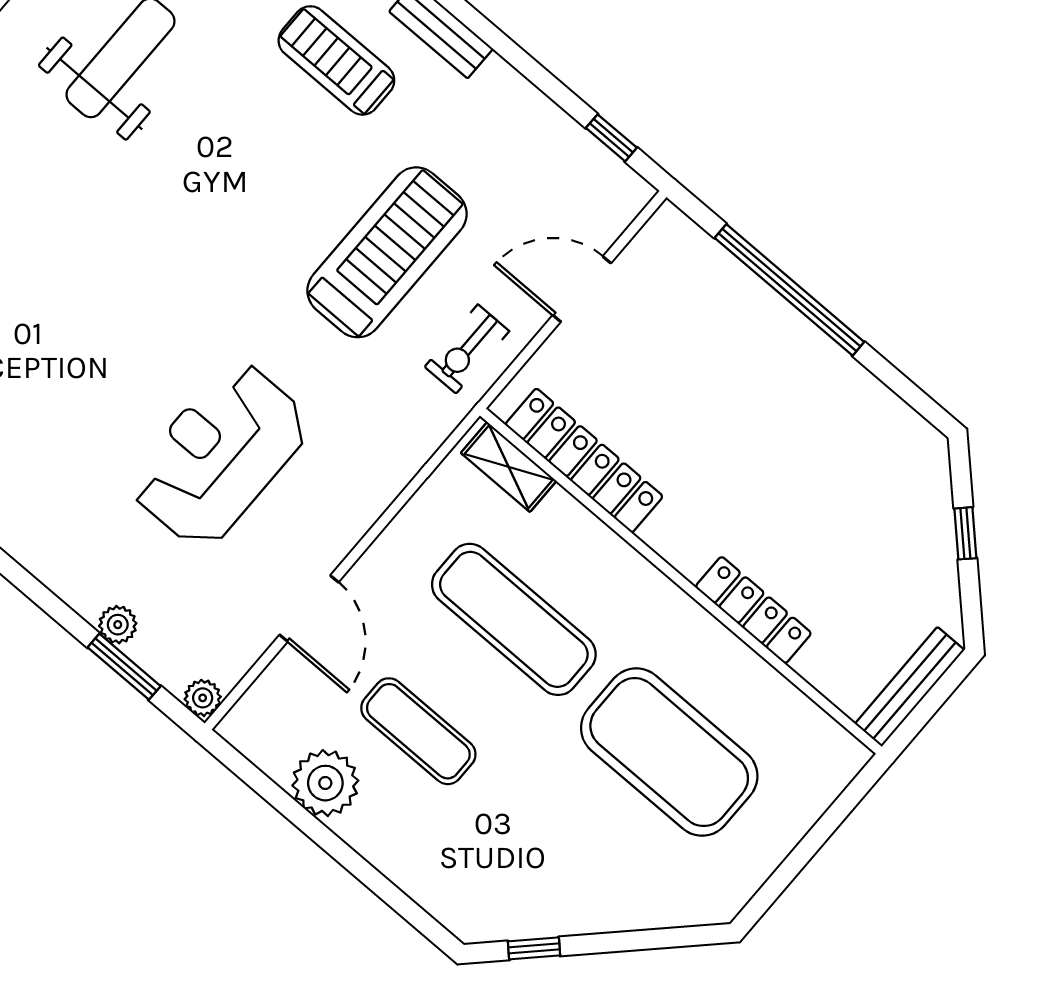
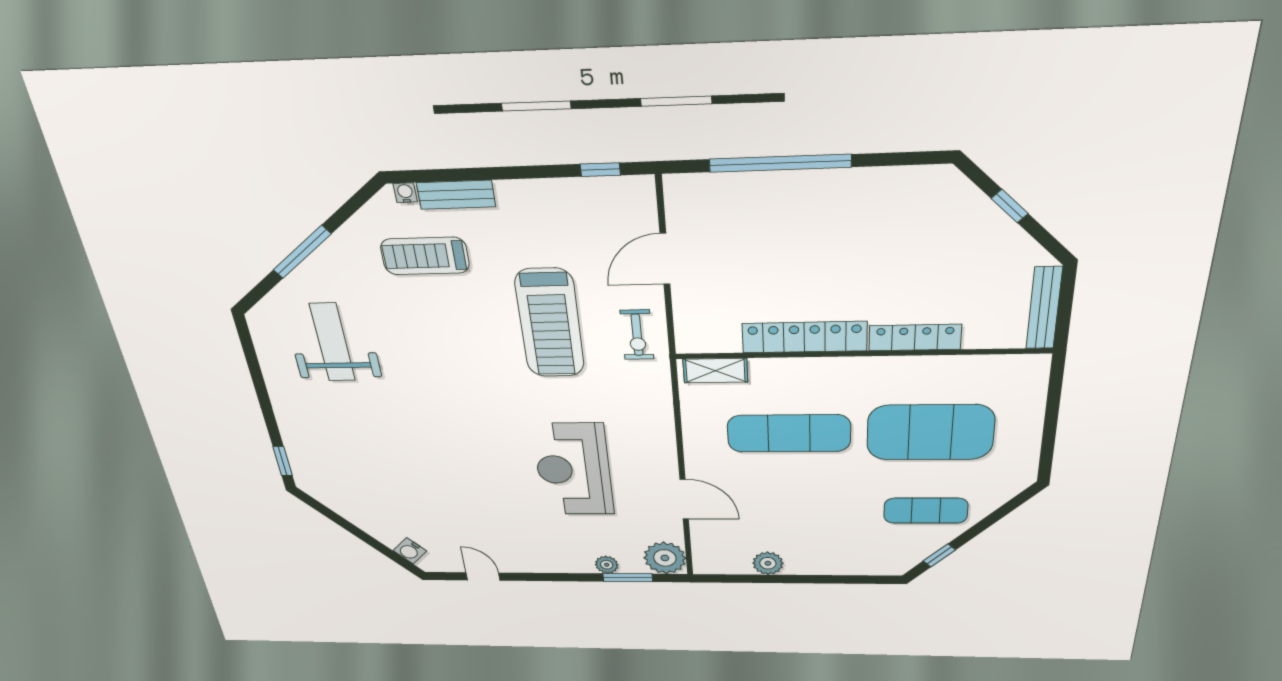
treadmill: (387, 252) -> (550, 323), turned 180
locker: (584, 460) -> (804, 337), moved
plant: (203, 698) -> (665, 558), width x1.88, depth x1.88
exercise mat: (418, 731) -> (926, 511), moved
plant: (325, 783) -> (768, 563), width x0.73, depth x0.73

